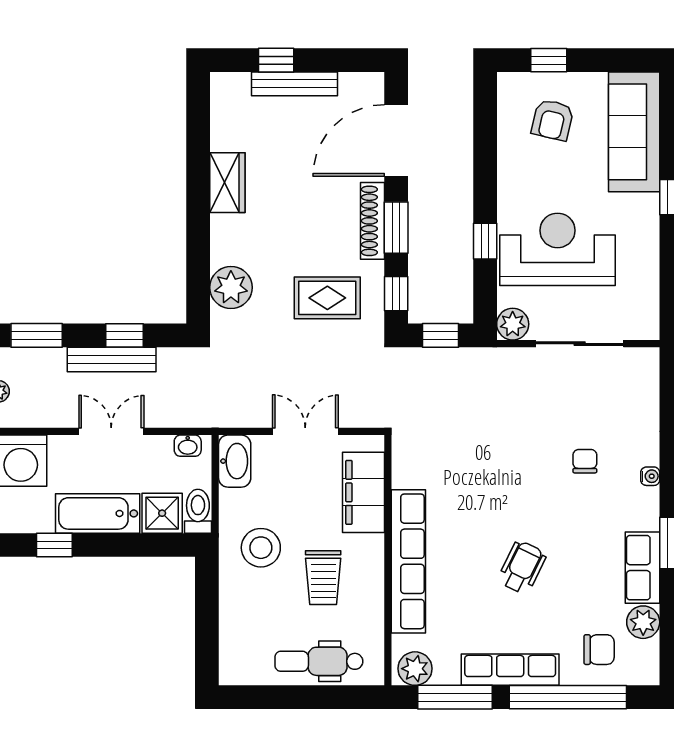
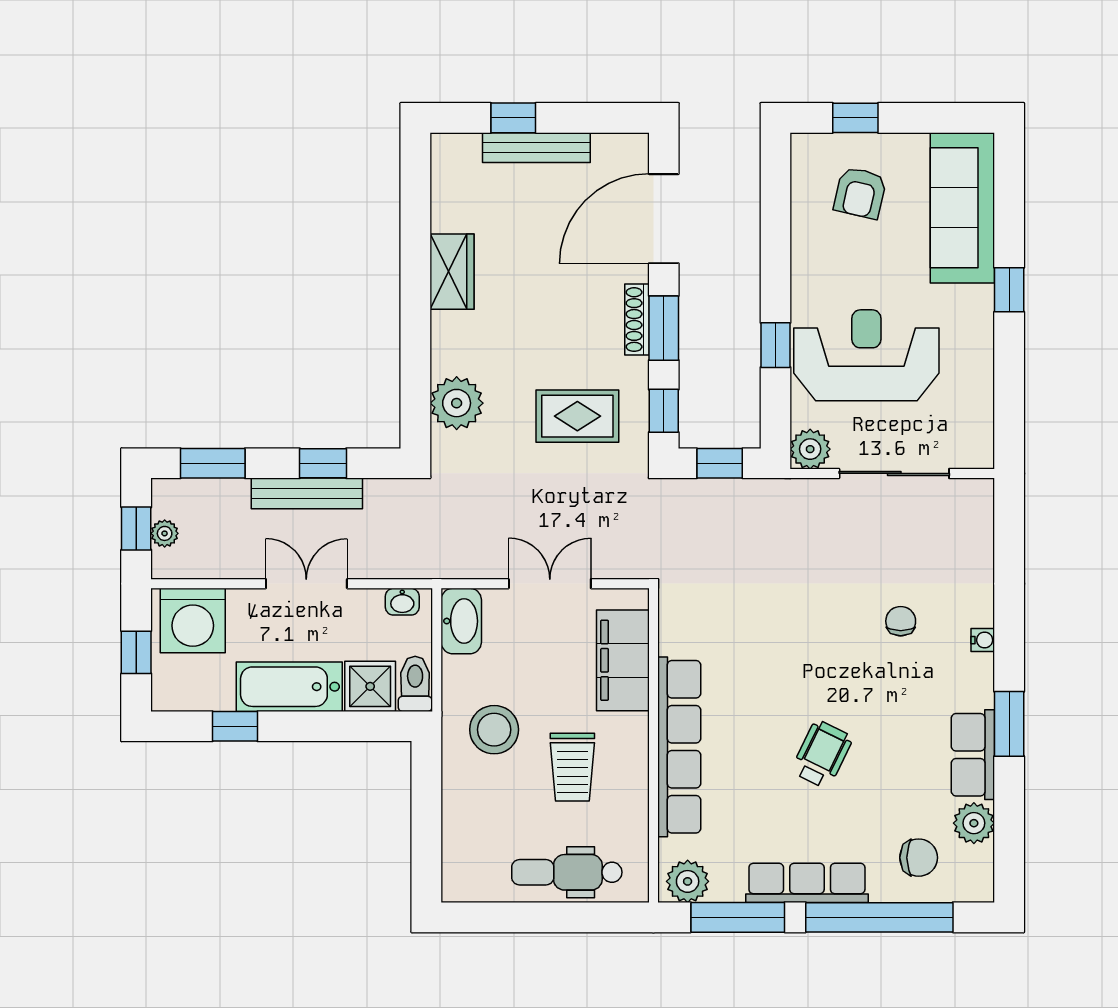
shoe rack: (372, 221) -> (637, 320), width x0.74, depth x0.81

